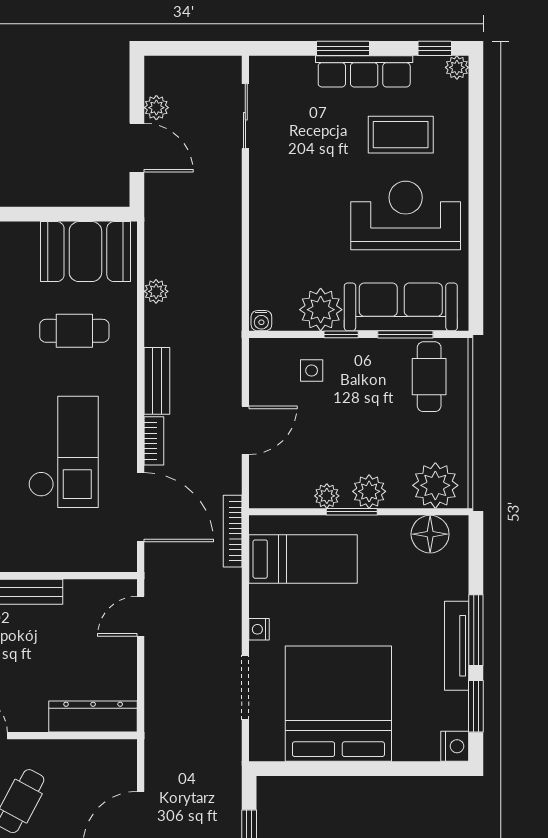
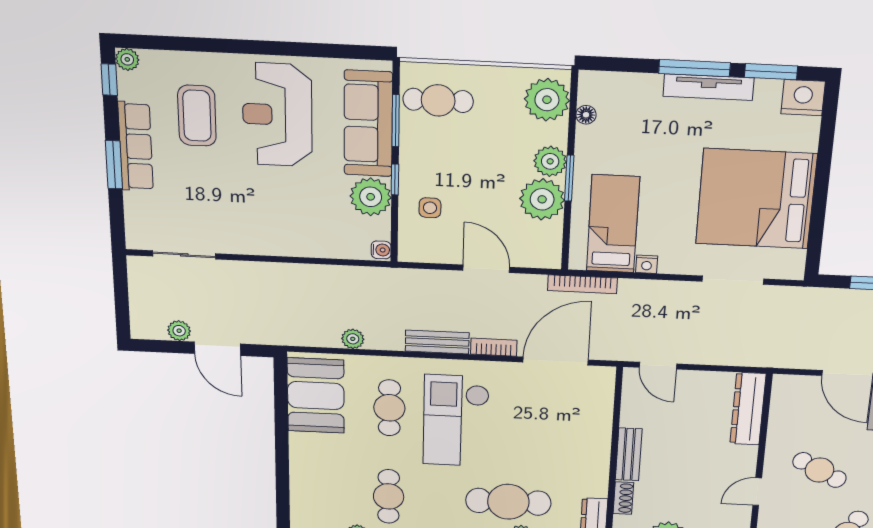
door: (137, 148) -> (218, 349), swing flipped
checkout: (63, 452) -> (456, 421), moved, turned -90
plant: (327, 496) -> (542, 199), width x1.88, depth x1.88
floor lamp: (430, 534) -> (586, 115), width x0.53, depth x0.53
nightstand: (259, 629) -> (647, 264), moved
nightstand: (455, 746) -> (803, 98), width x1.36, depth x1.33

